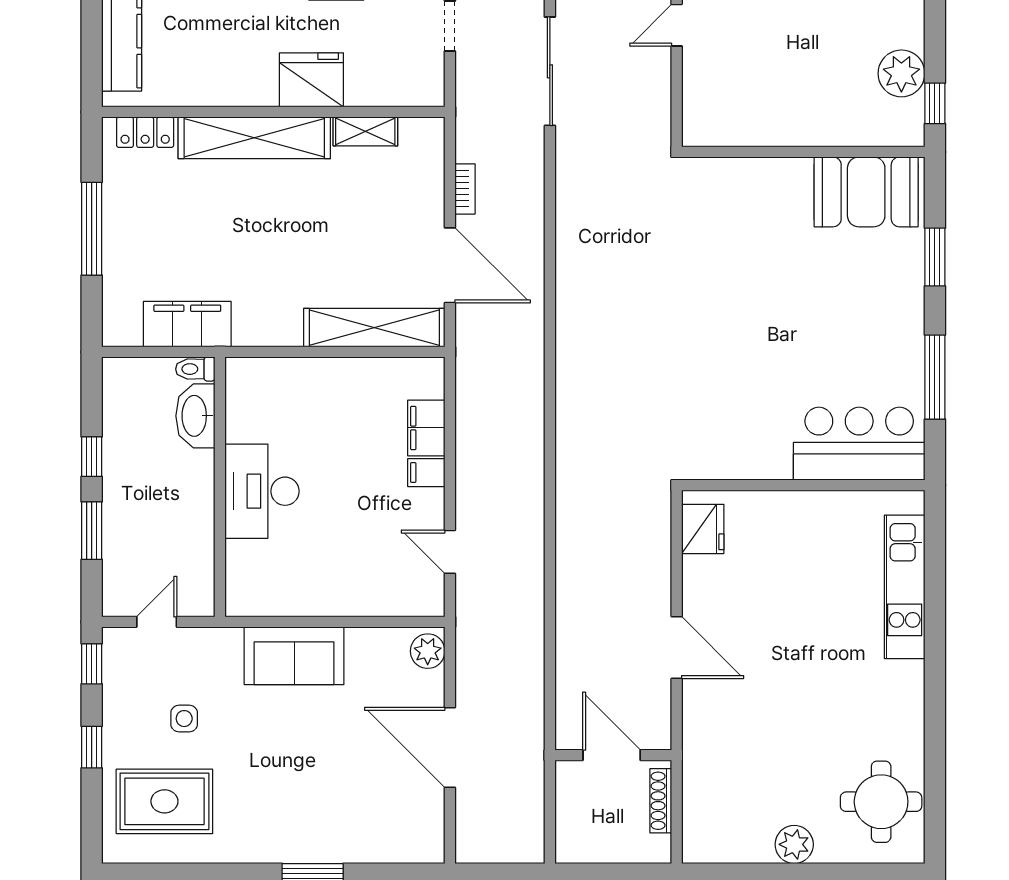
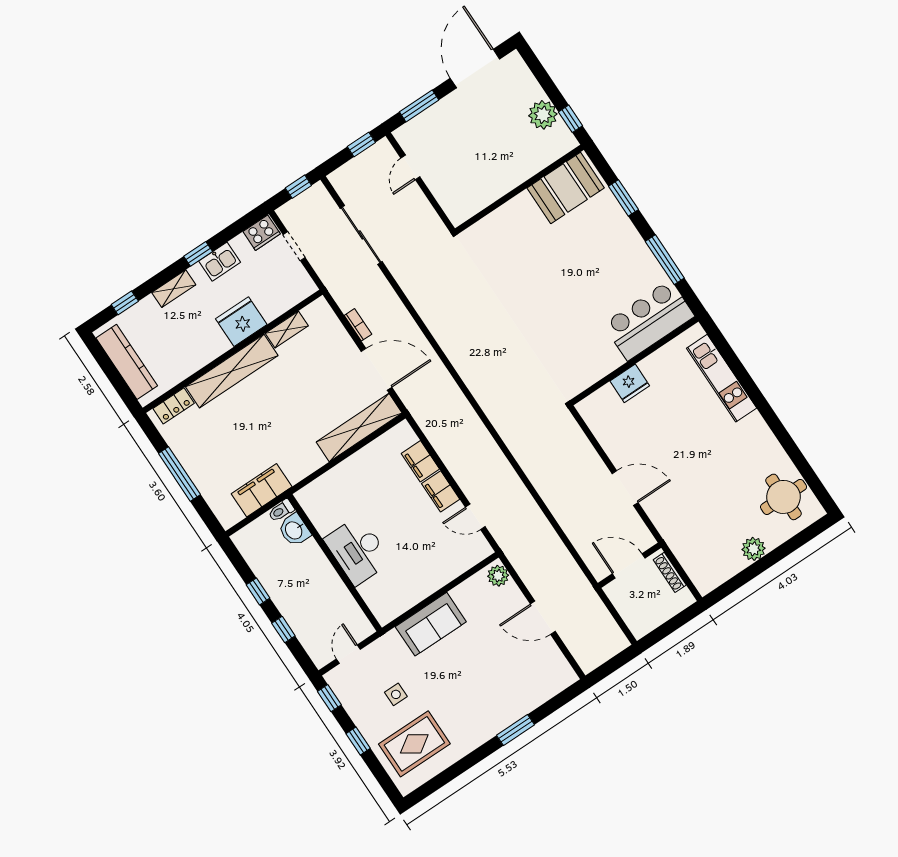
washbasin: (195, 416) -> (294, 530), width x0.72
filing cabinet: (426, 473) -> (441, 491), width x2.00
fridge: (703, 529) -> (630, 383), moved, turned 90
window: (92, 531) -> (283, 629), width x0.67
door: (450, 748) -> (543, 618), width x0.73

